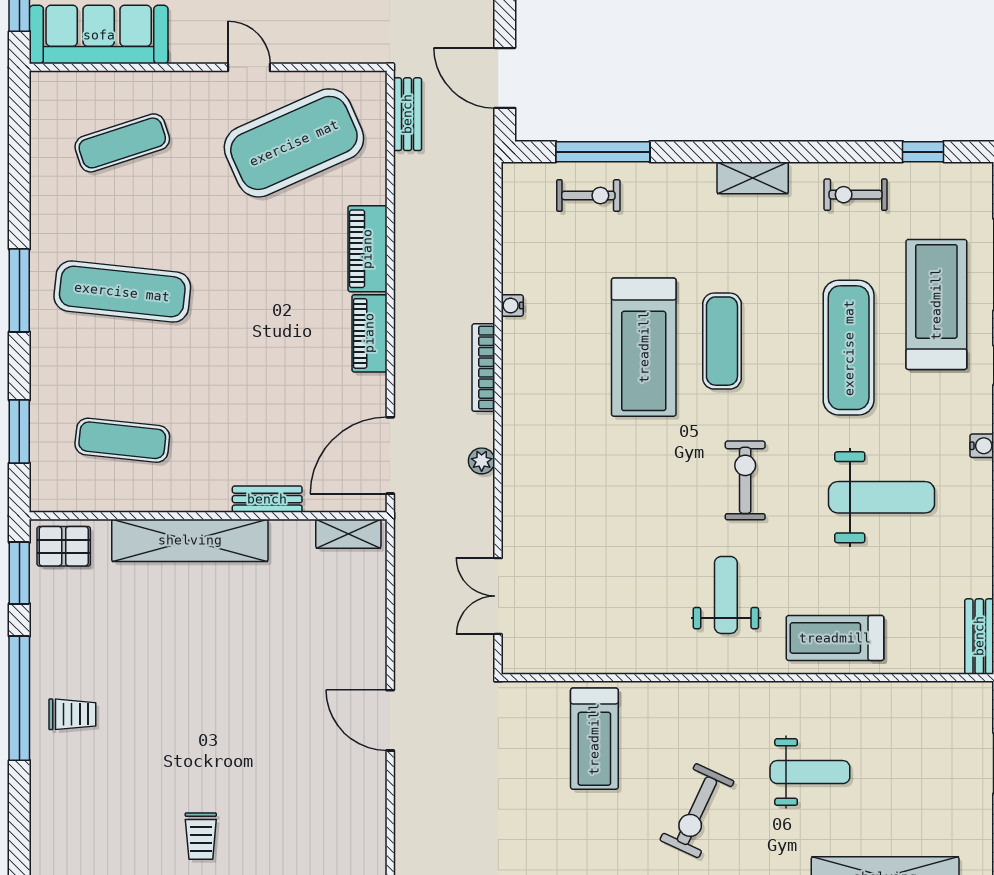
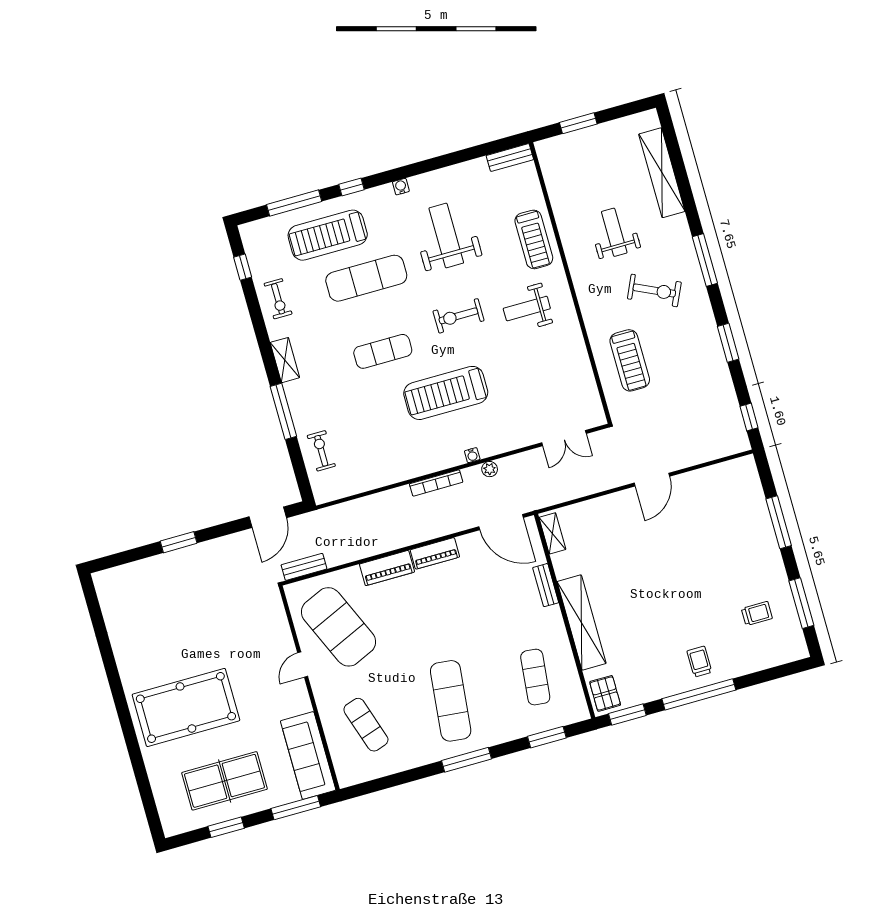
window: (603, 152) -> (283, 411), moved
water cooler: (512, 306) -> (472, 455), moved
treadmill: (644, 347) -> (446, 393), moved, turned 180
treadmill: (594, 739) -> (630, 360), turned 90
trolley: (201, 836) -> (757, 613), moved

